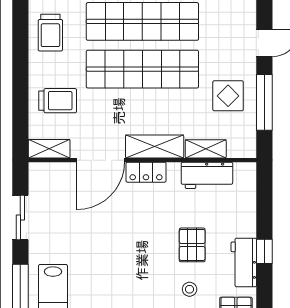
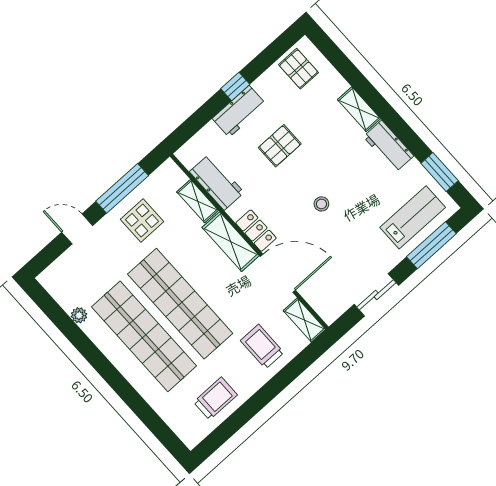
workbench: (244, 263) -> (239, 111), moved
stool: (190, 289) -> (321, 204), moved

